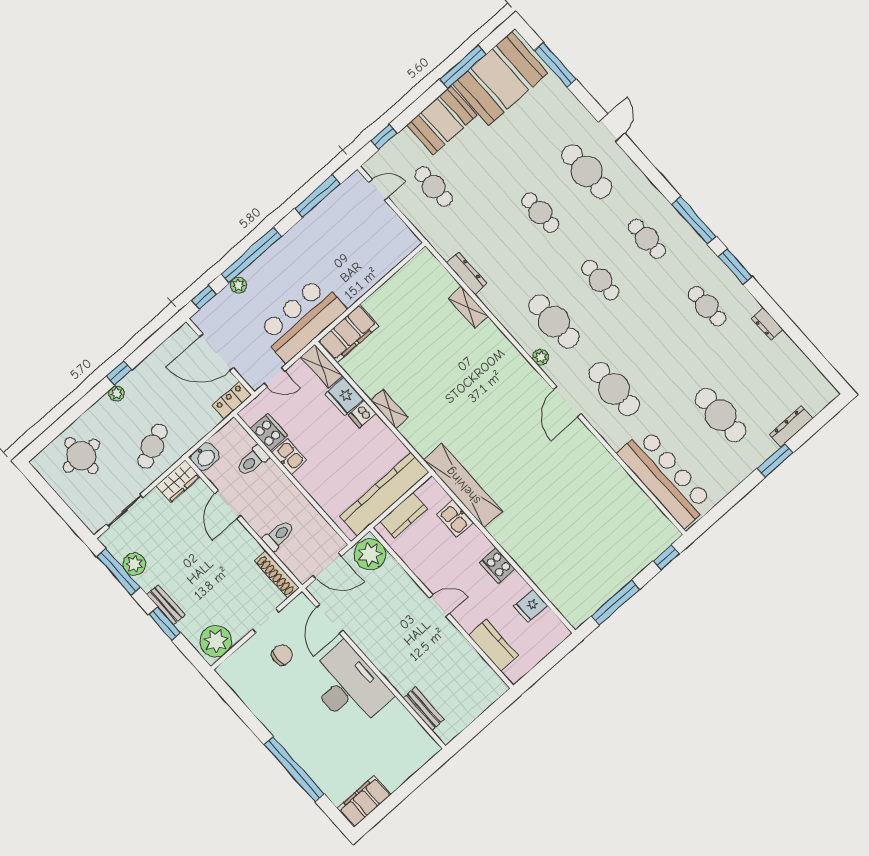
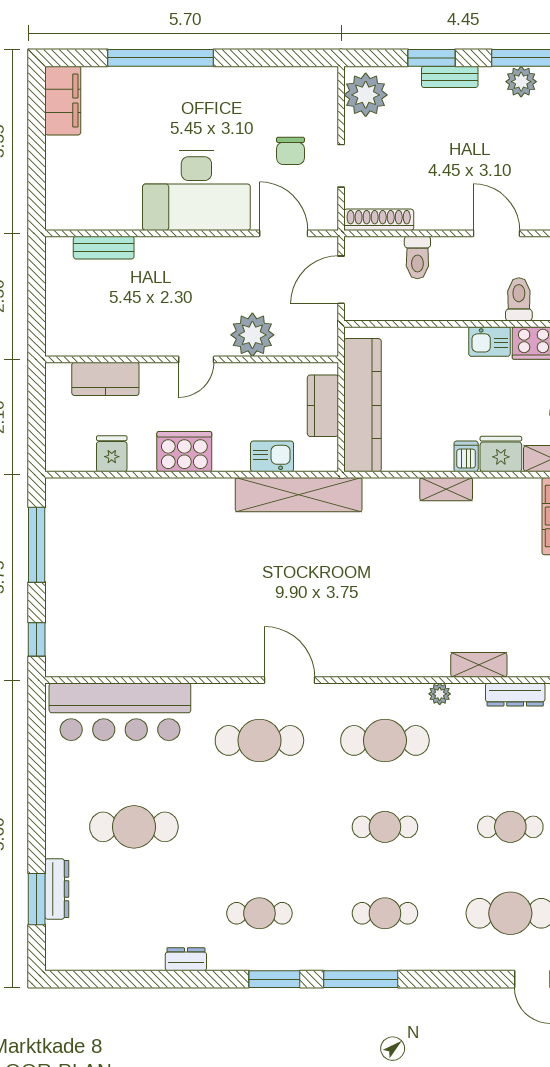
plant: (541, 357) -> (440, 694), moved
window: (775, 461) -> (37, 899), moved
plant: (370, 554) -> (252, 335), moved
cooker: (497, 566) -> (184, 452), width x1.37, depth x1.31

